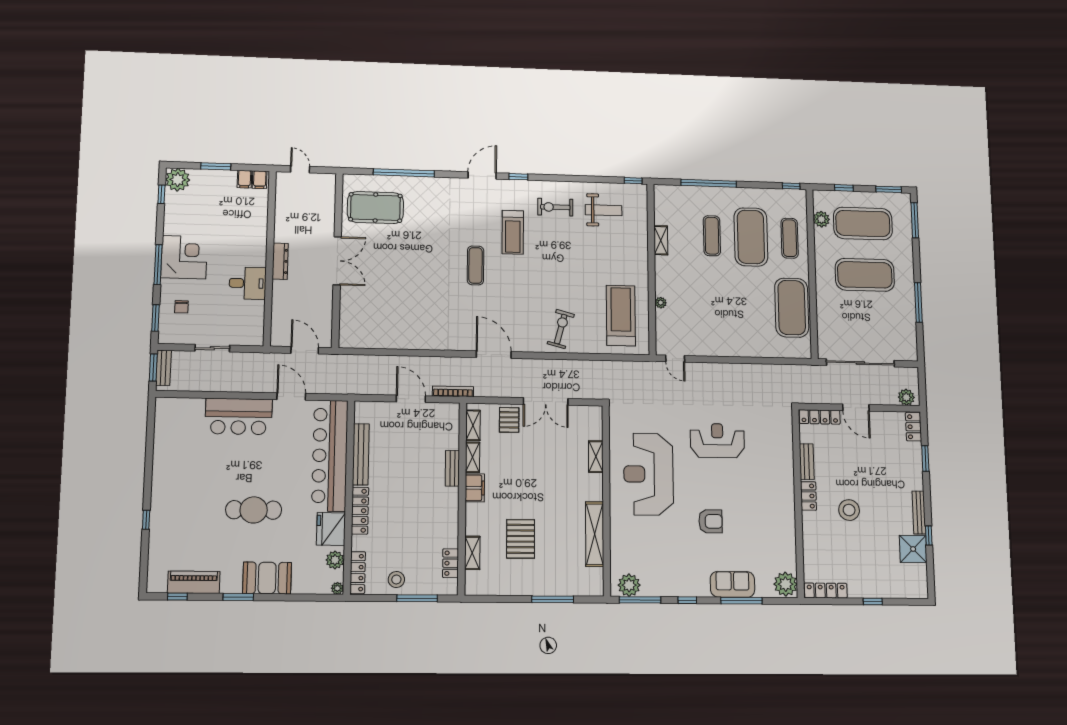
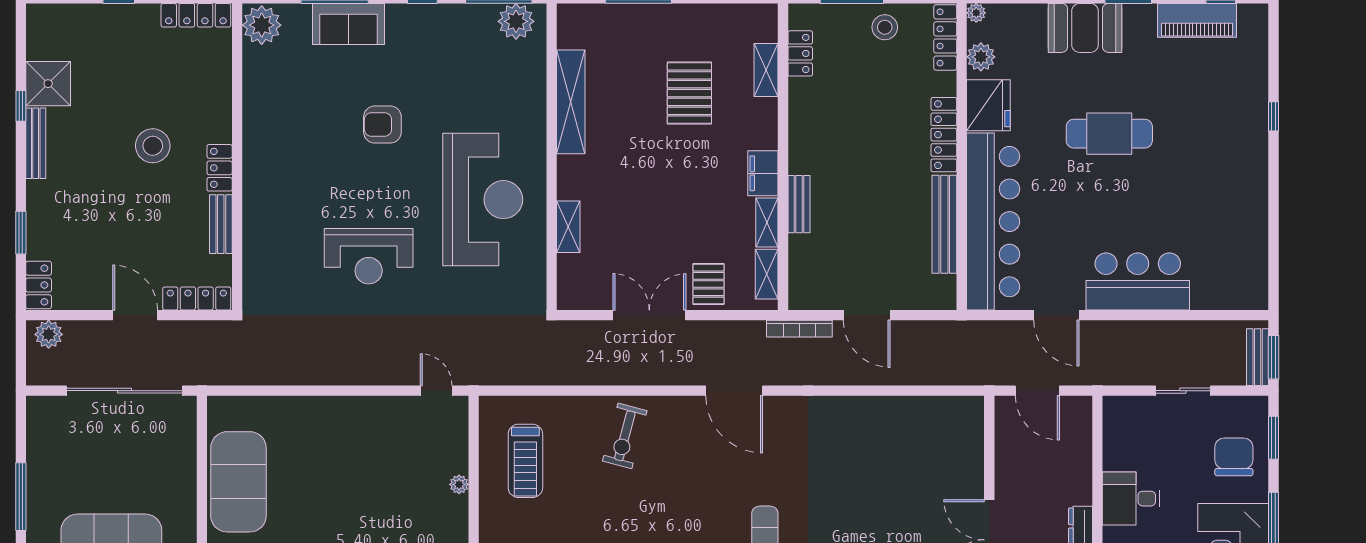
chair: (181, 307) -> (1234, 457), width x1.87, depth x1.87
treadmill: (621, 316) -> (525, 461), width x0.73, depth x0.73

